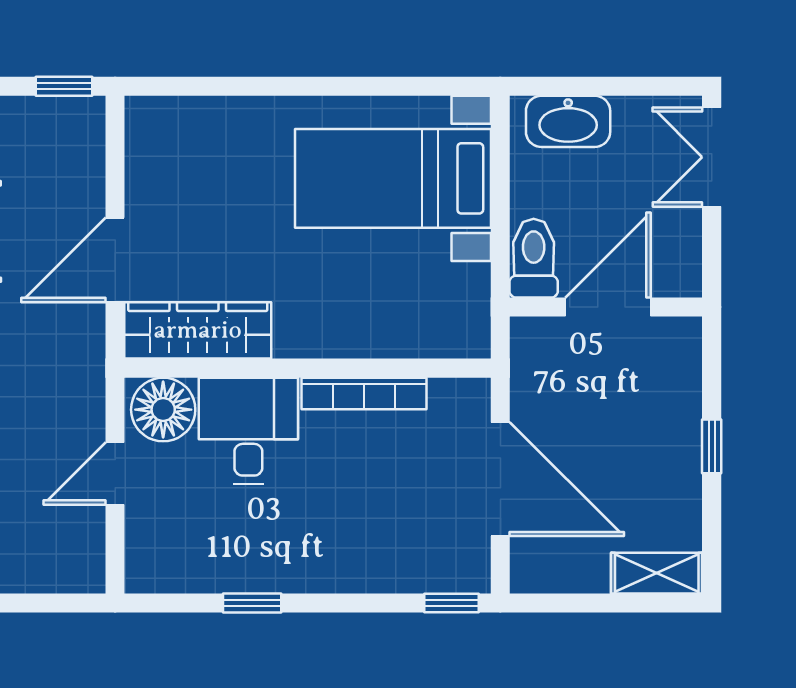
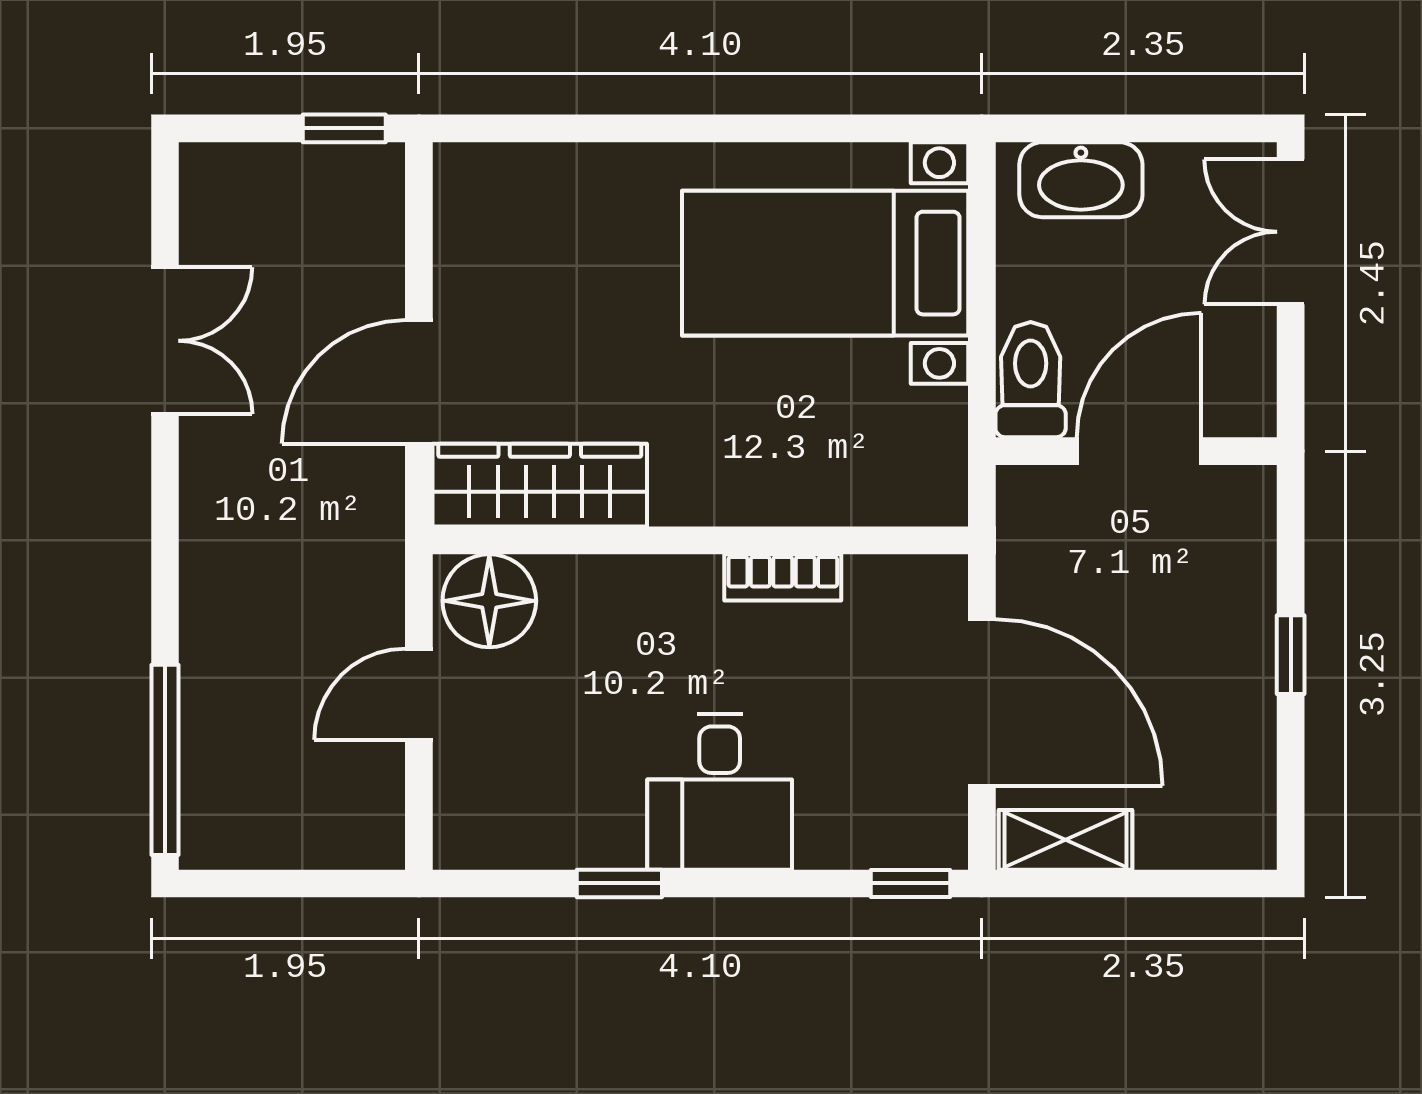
bookcase: (364, 393) -> (783, 577), width x0.64
desk: (248, 431) -> (720, 792), moved, turned 180
shelving: (657, 573) -> (1065, 840), moved

